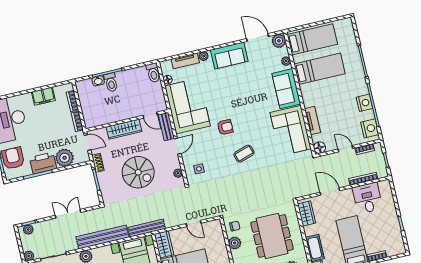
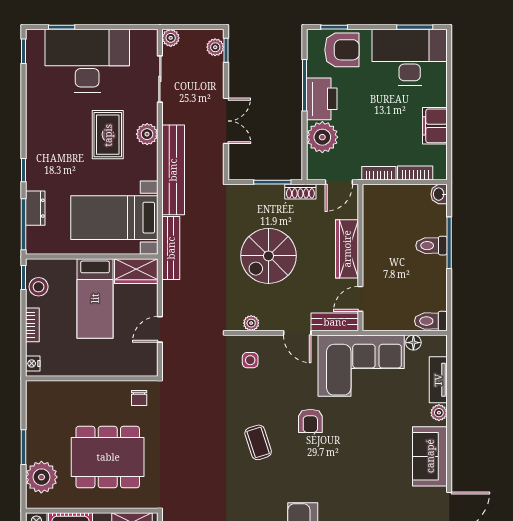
washbasin: (98, 81) -> (439, 194), moved
plant: (235, 243) -> (111, 391), removed

